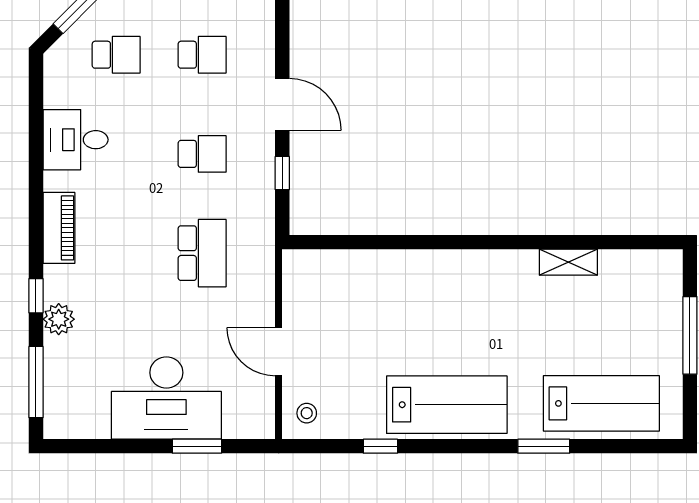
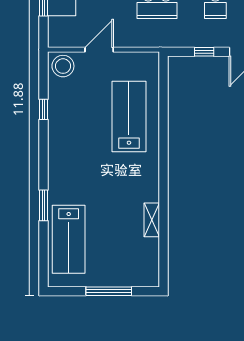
lab bench: (447, 405) -> (129, 116), moved, turned 180
stool: (307, 413) -> (63, 66), width x1.89, depth x1.89

